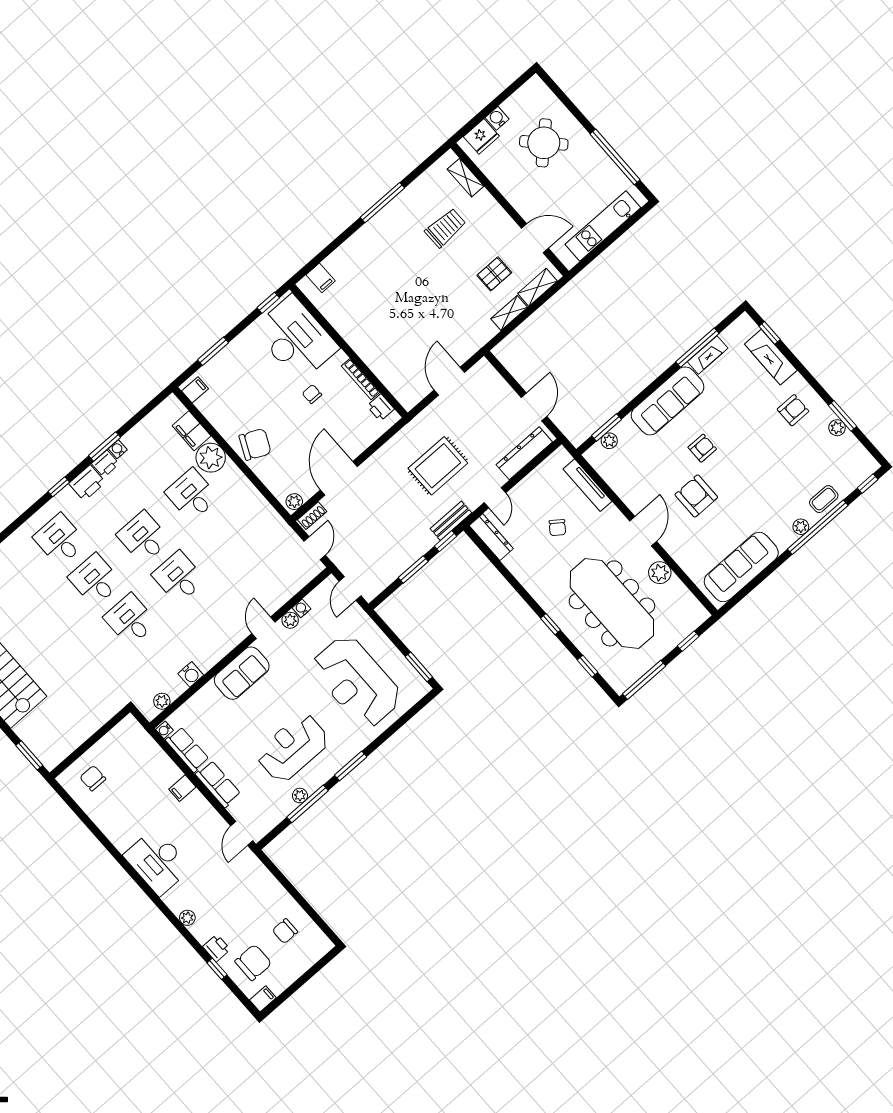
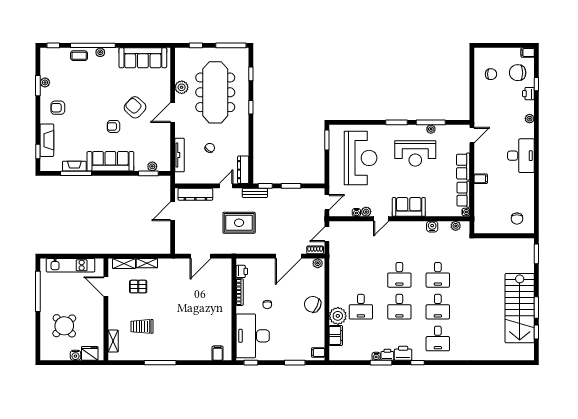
armchair: (696, 496) -> (135, 107), turned 133

